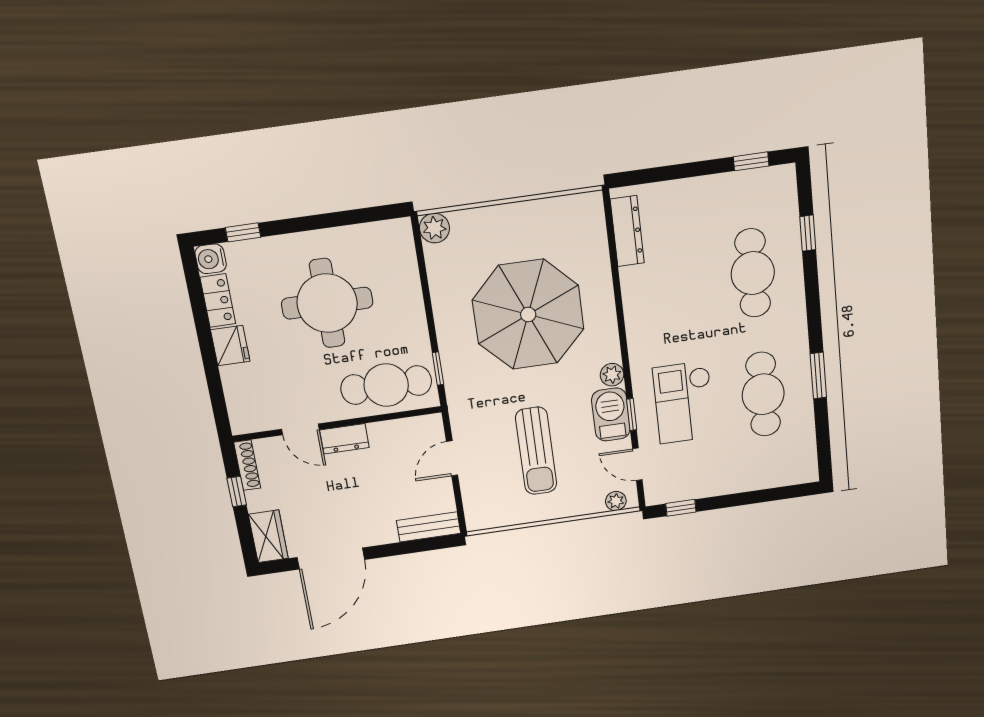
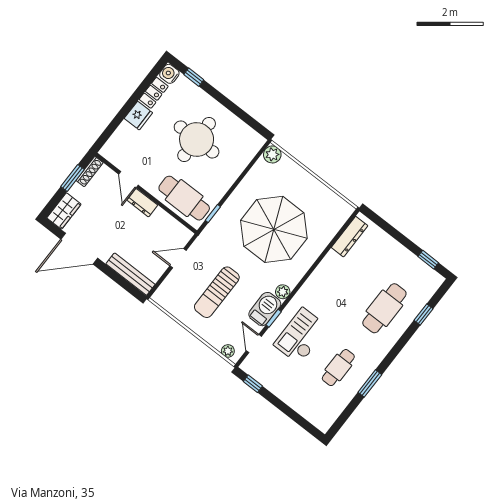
cafe table: (763, 394) -> (338, 368), width x0.73, depth x0.74
window: (237, 492) -> (73, 178), width x1.50
bench: (429, 527) -> (131, 274), width x1.36

